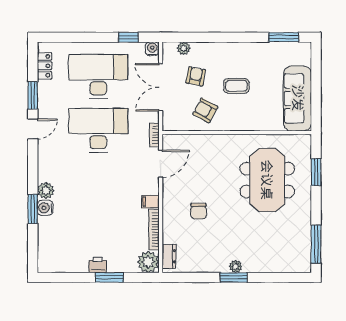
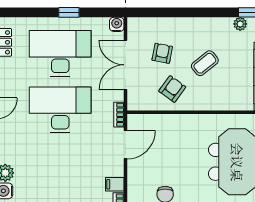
window: (128, 37) -> (69, 12), moved
plant: (184, 48) -> (240, 24), moved
coffee table: (236, 86) -> (205, 63), turned -39
armchair: (205, 110) -> (172, 89), turned 97

